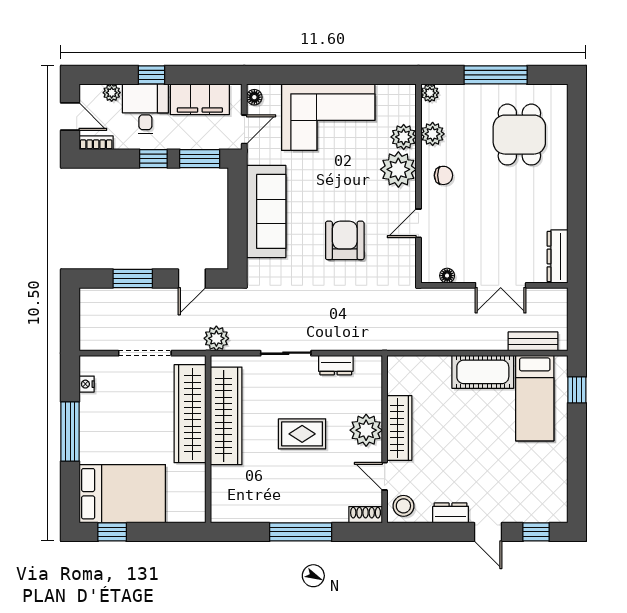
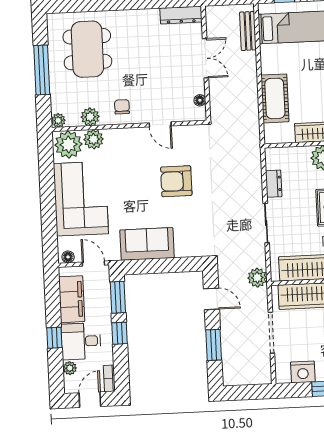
dining table: (519, 135) -> (87, 49), width x1.38
plant: (398, 169) -> (68, 145), moved
sofa: (266, 211) -> (147, 244), width x0.73
cot: (483, 372) -> (275, 98), moved
nightstand: (87, 384) -> (303, 372), width x1.89, depth x1.79

